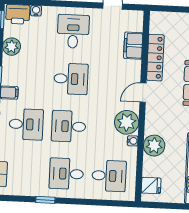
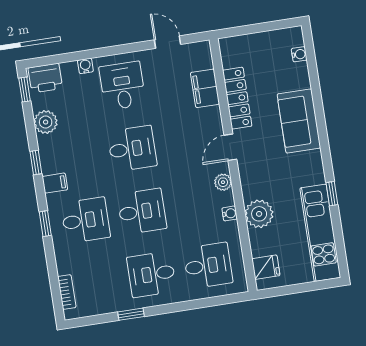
water cooler: (36, 11) -> (85, 66), moved
plant: (127, 122) -> (223, 182), width x0.53, depth x0.53
desk: (69, 126) -> (142, 211), turned 180

